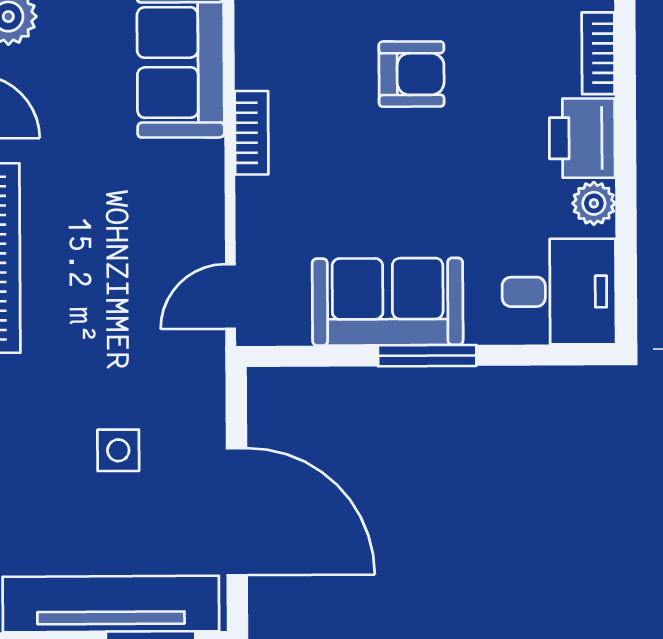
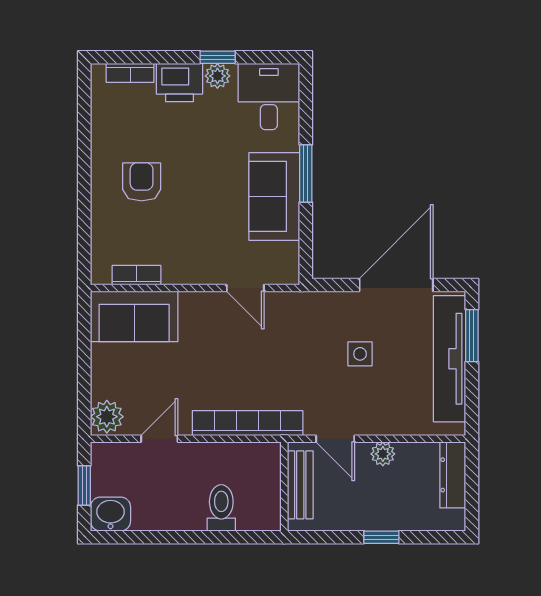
bookcase: (252, 133) -> (136, 275), moved
window: (626, 203) -> (218, 57), added
door: (230, 296) -> (245, 288), moved

